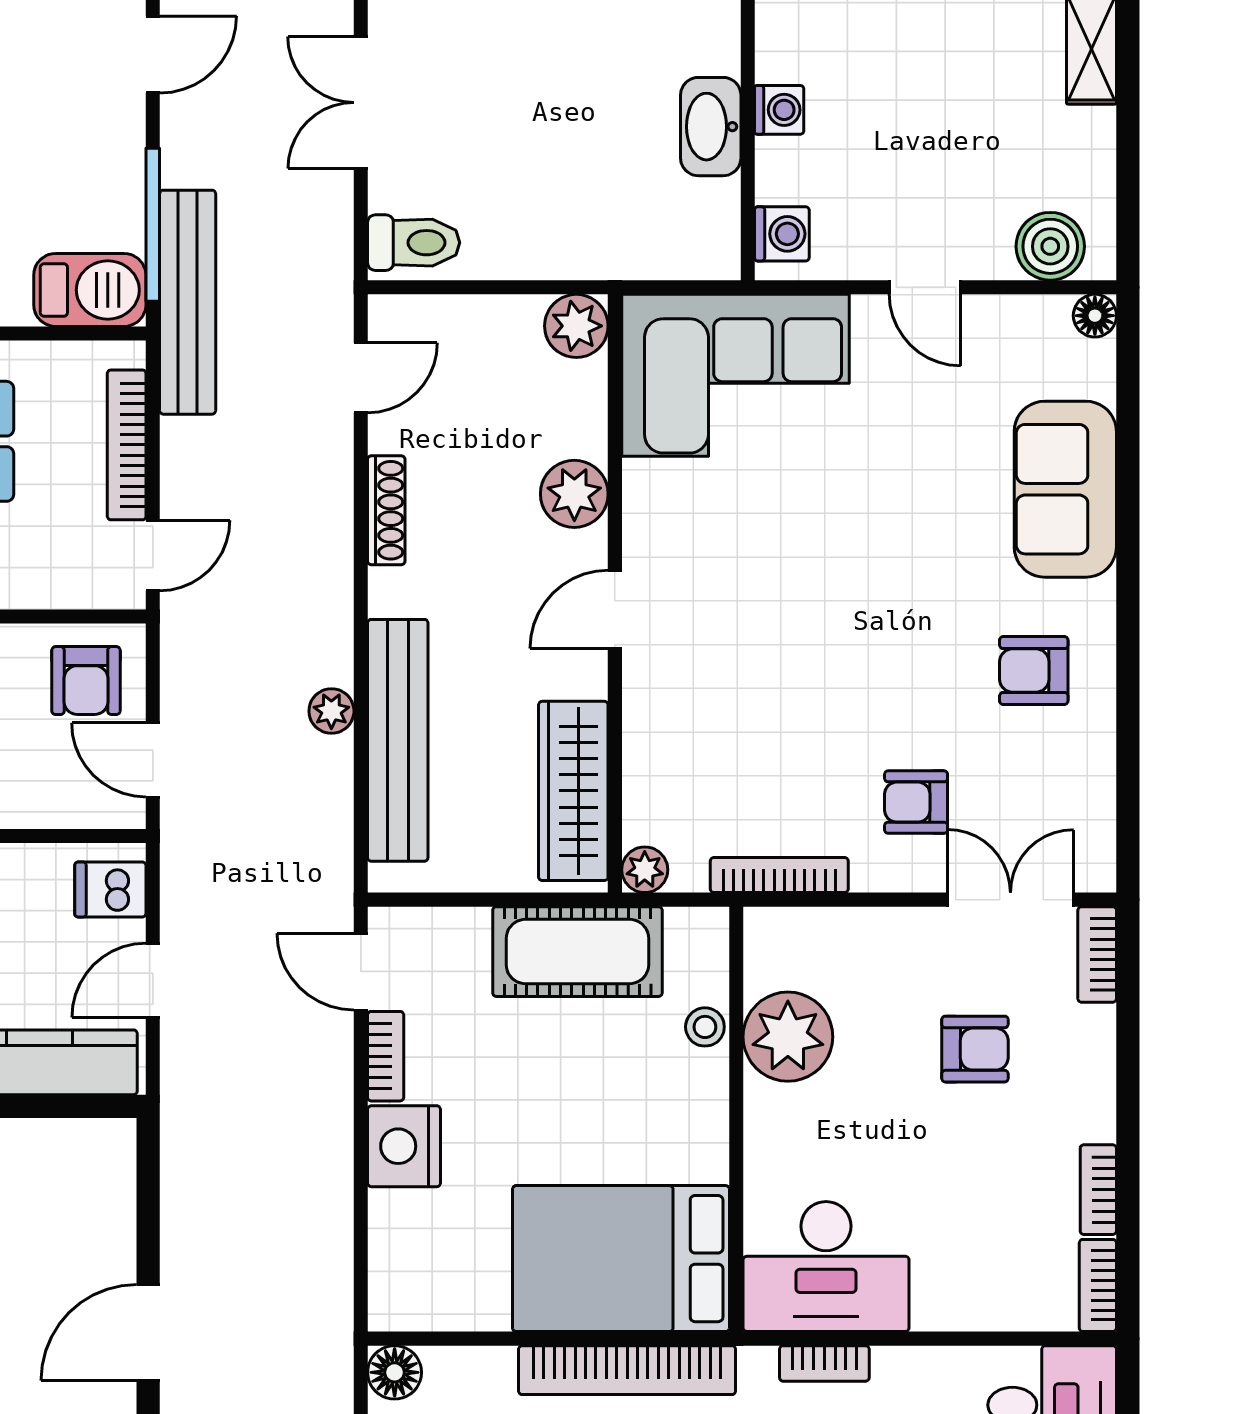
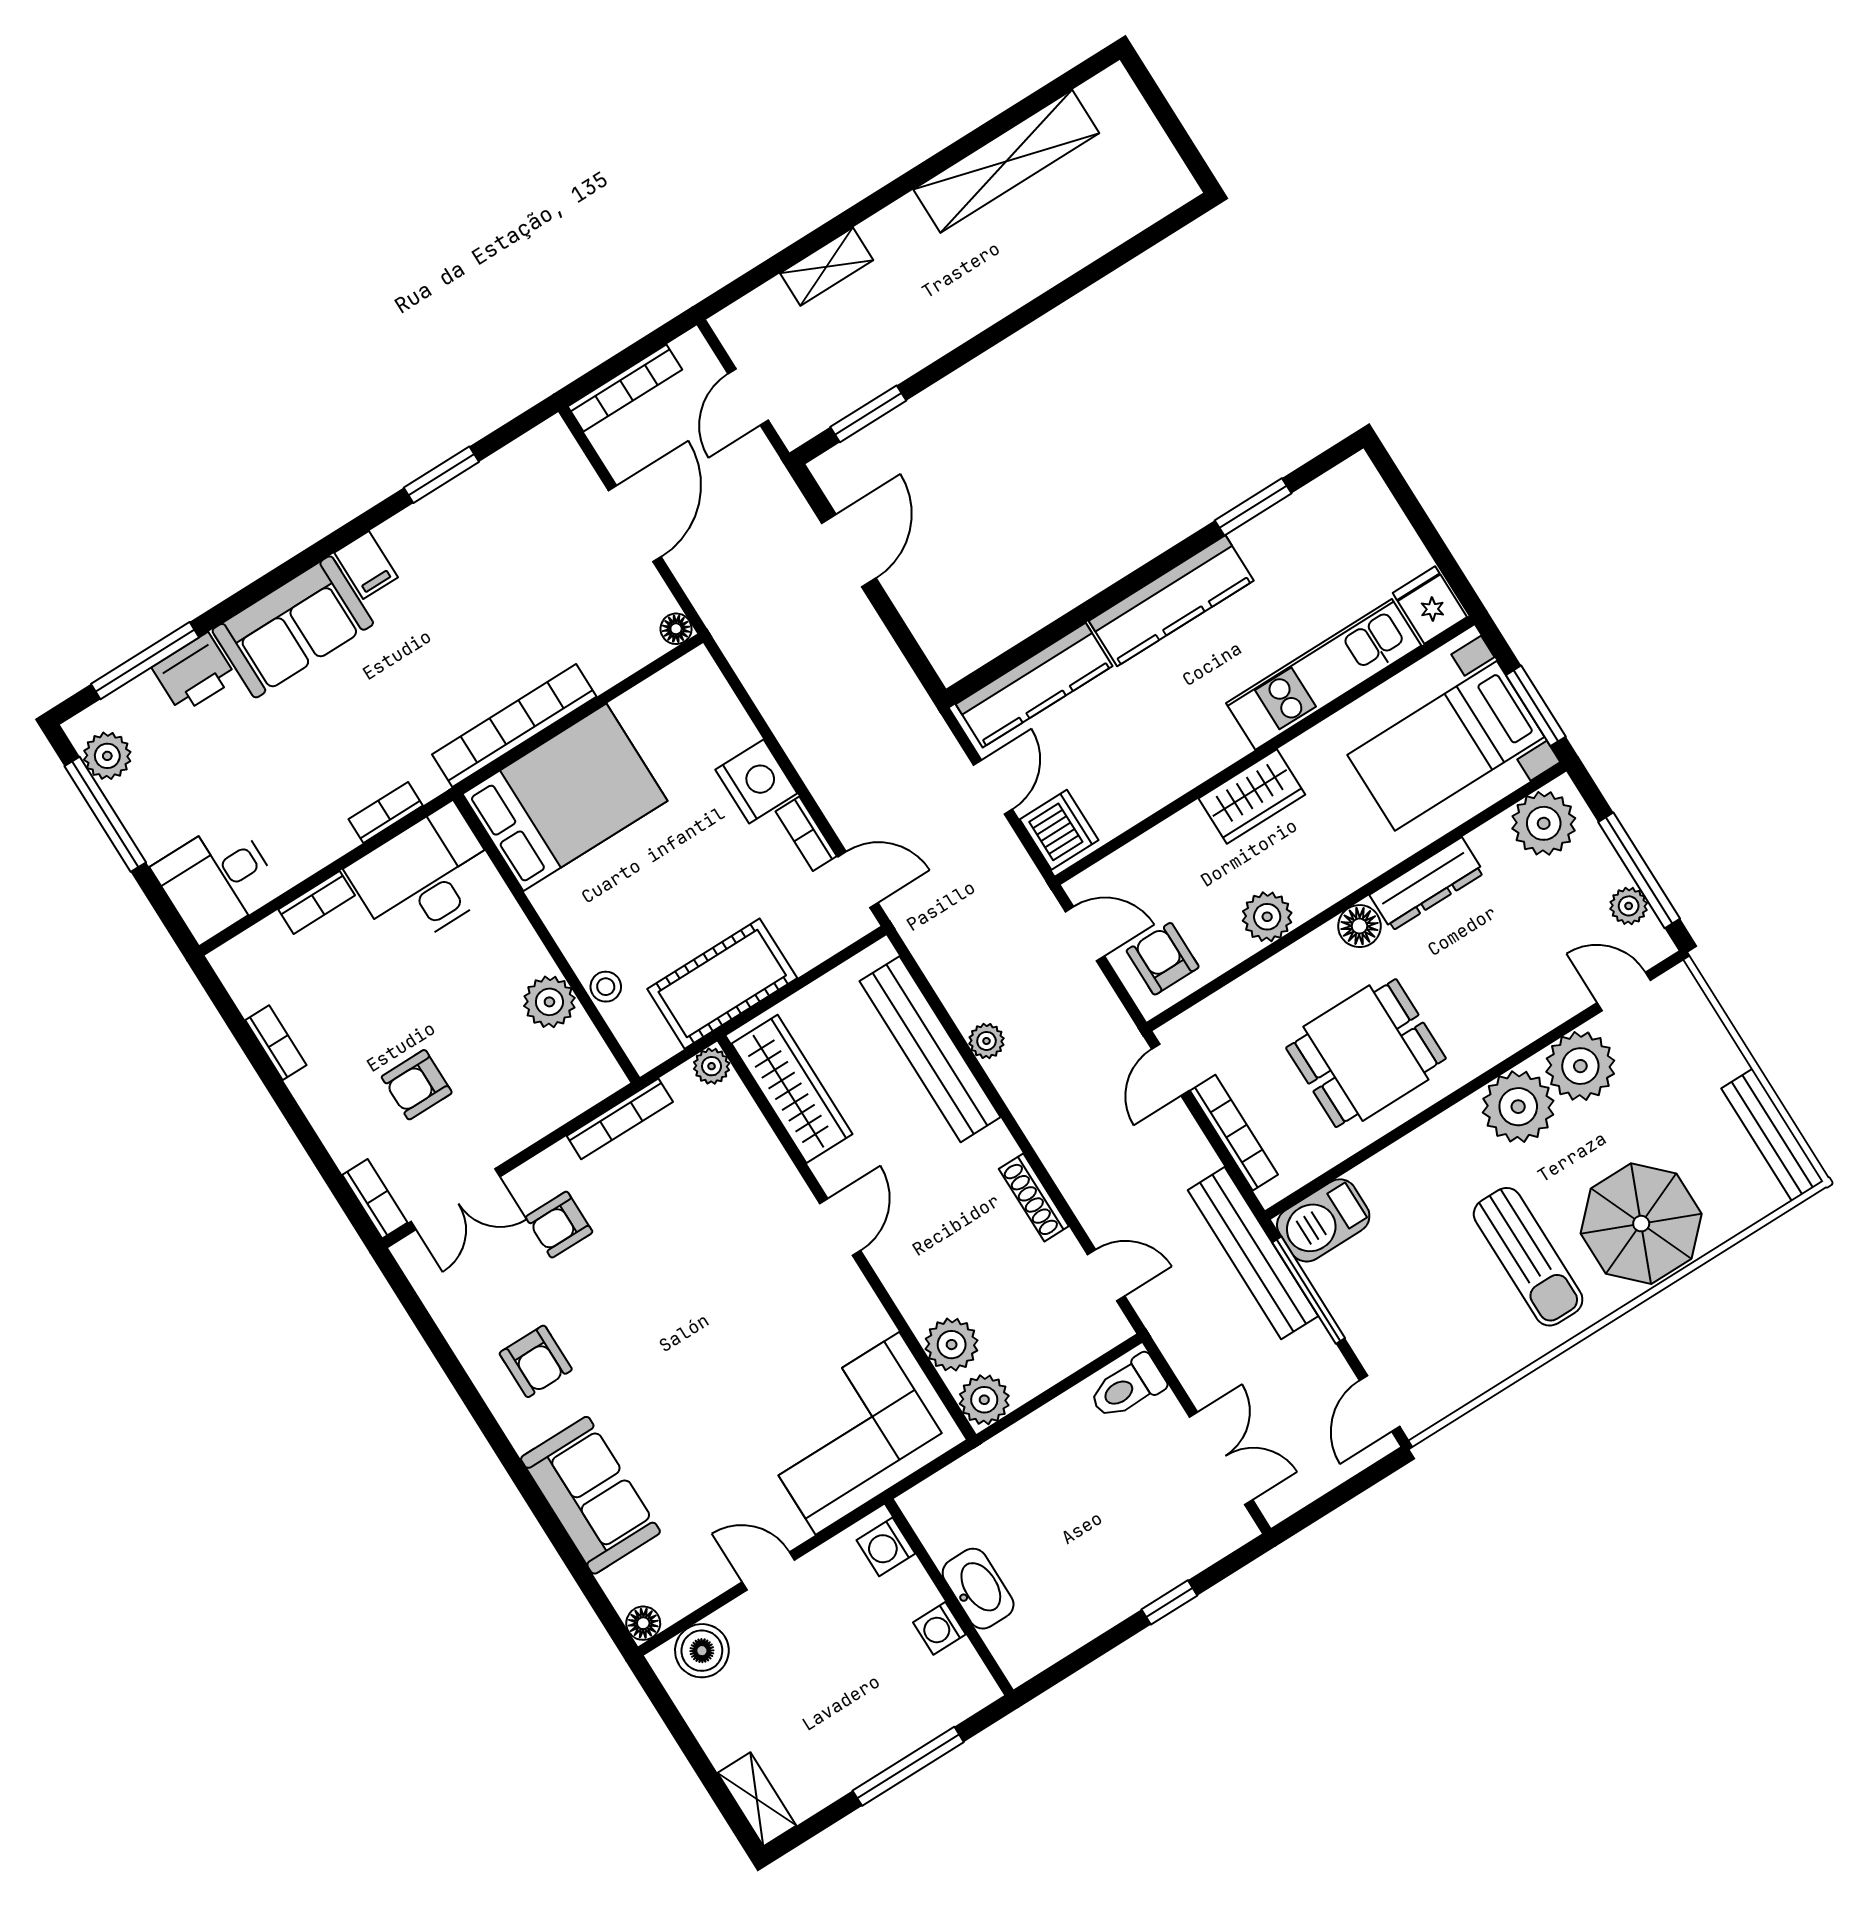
door: (361, 378) -> (1106, 1275), swing flipped
plant: (574, 494) -> (952, 1345), moved
armchair: (1034, 671) -> (536, 1361), turned 90
armchair: (916, 802) -> (559, 1225), turned 180
dishwasher: (110, 890) -> (1059, 830), width x1.38
plant: (788, 1037) -> (549, 1002), width x0.73, depth x0.73
bookcase: (1098, 1285) -> (317, 902), moved, turned 90
floor lamp: (395, 1372) -> (676, 629), width x0.73, depth x0.73

